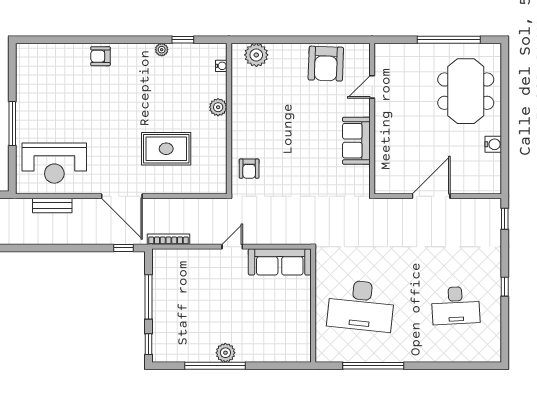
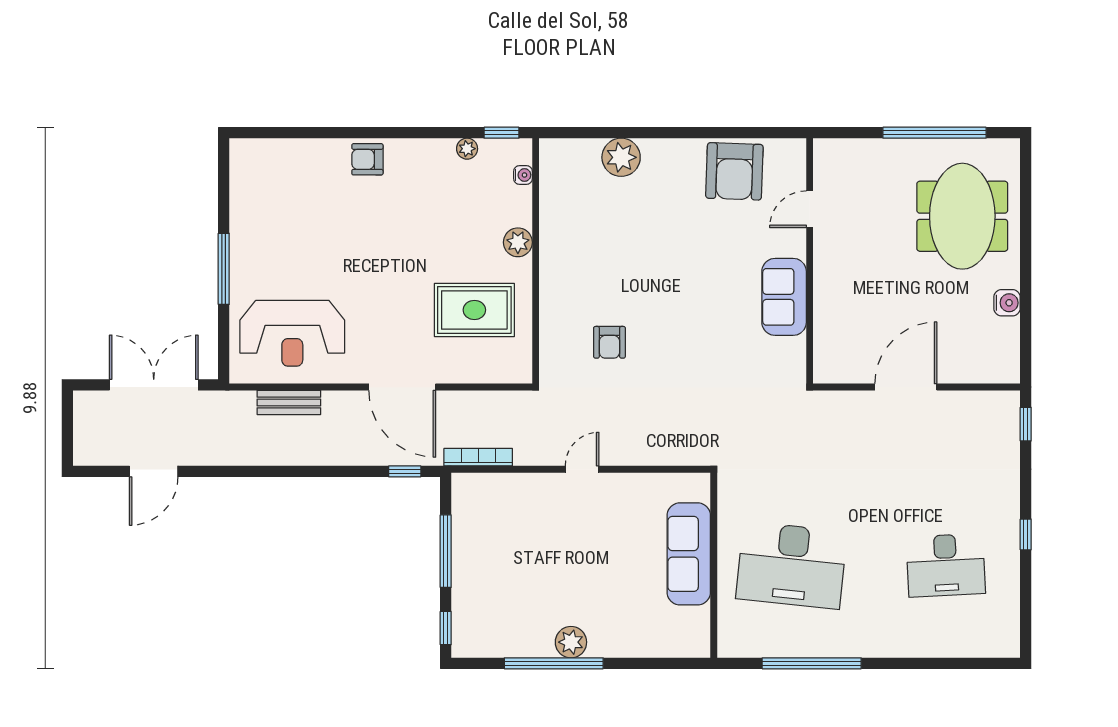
water cooler: (221, 66) -> (523, 175), moved
plant: (218, 107) -> (518, 242), moved
wall: (229, 119) -> (536, 261), moved
sofa: (280, 262) -> (689, 554), moved, turned 90

